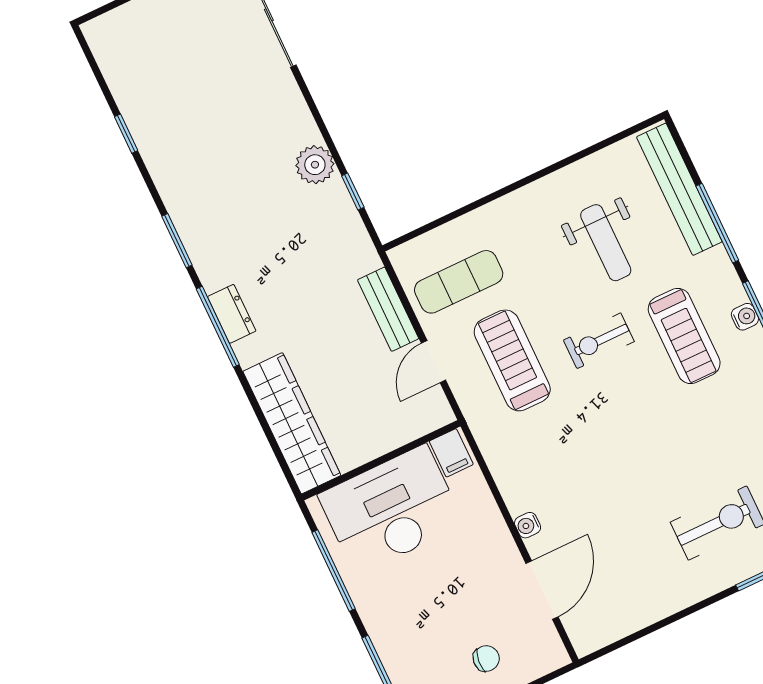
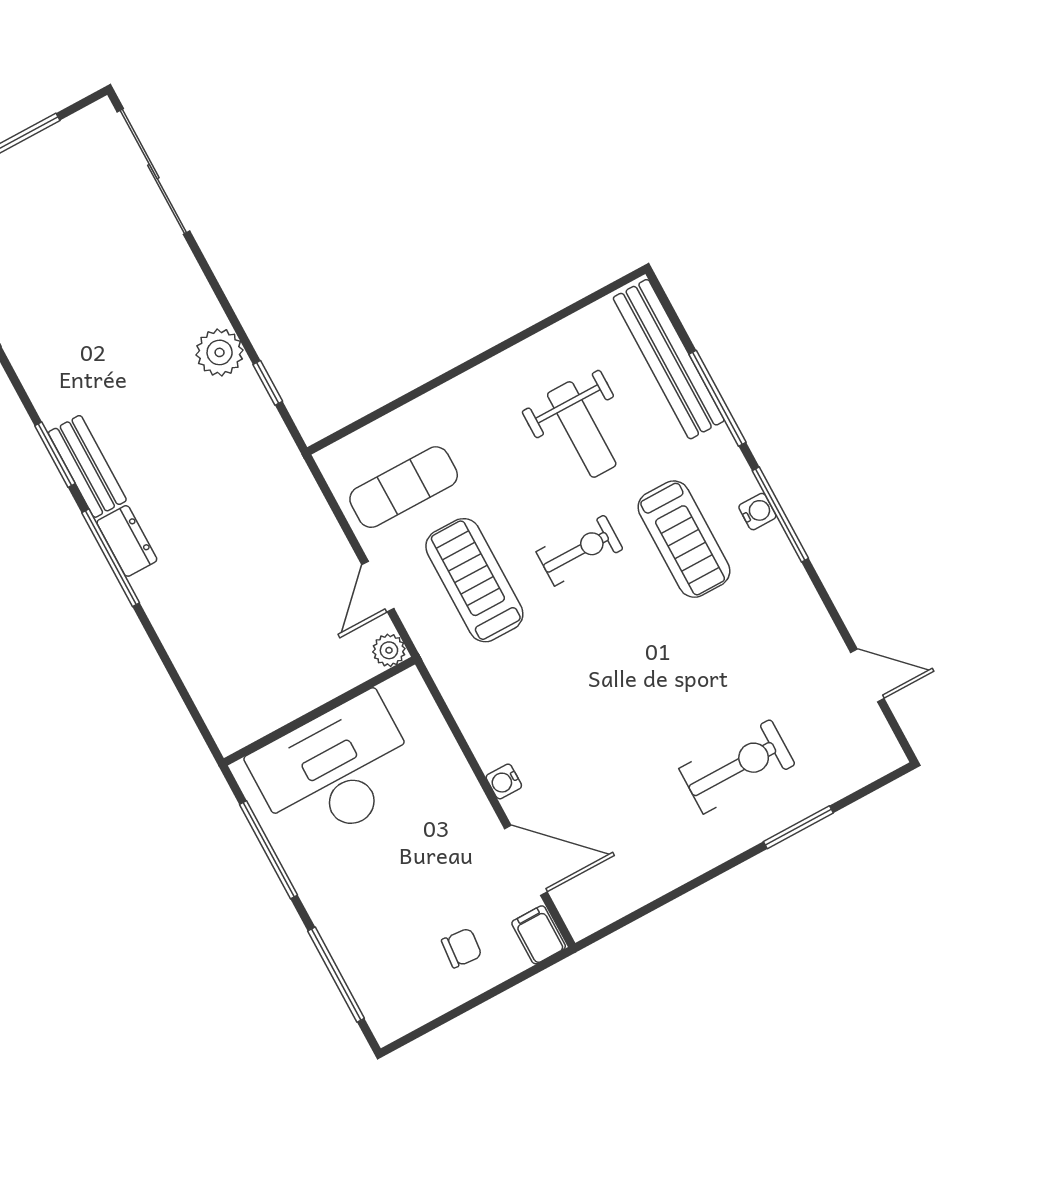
bench: (388, 309) -> (87, 466), moved
exercise bike: (599, 341) -> (580, 550), turned 180
plant: (440, 414) -> (389, 650), added
wardrobe: (292, 423) -> (208, 672), removed
filing cabinet: (451, 453) -> (539, 935), moved, turned 180
door: (542, 590) -> (526, 860), hinge flipped

